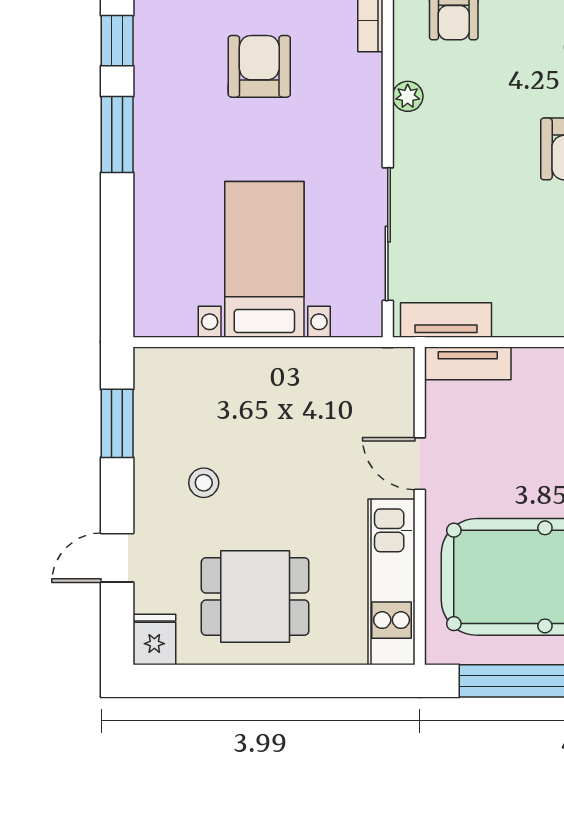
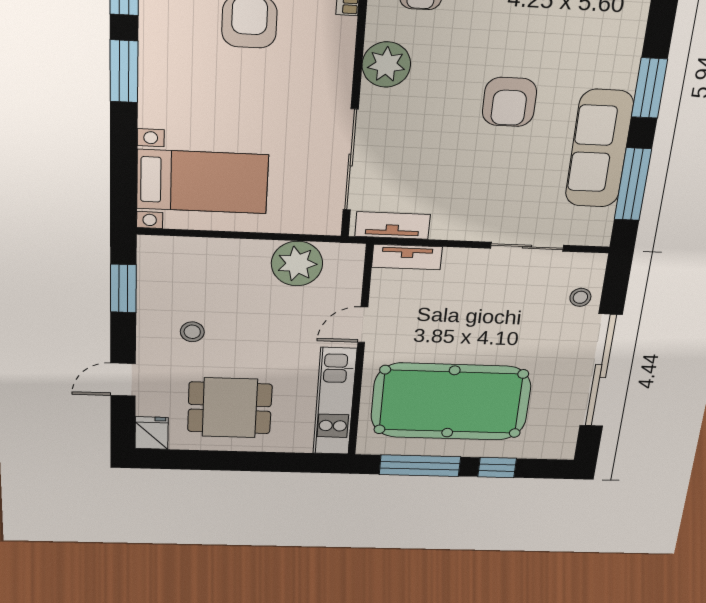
plant: (408, 96) -> (386, 65), width x1.87, depth x1.87
bed with nightstands: (264, 259) -> (202, 182), moved, turned 90
plant: (331, 379) -> (297, 264), added
door: (420, 464) -> (363, 325), hinge flipped

